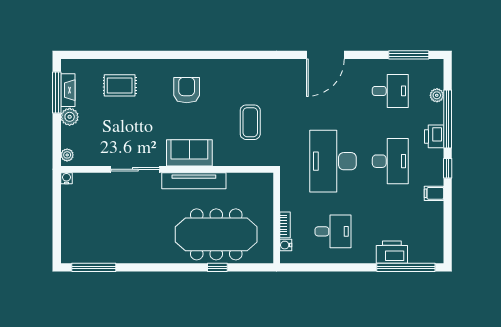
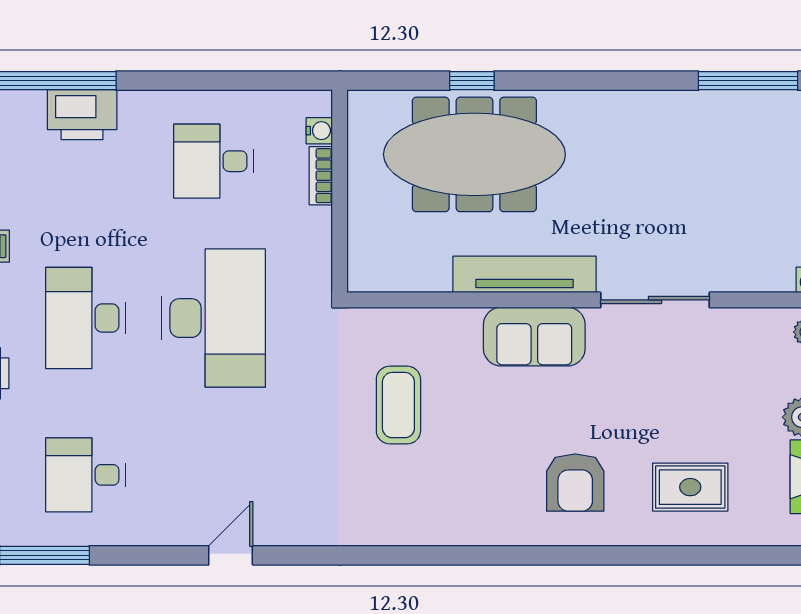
door: (325, 55) -> (231, 555), width x0.53
armchair: (187, 90) -> (575, 483), moved

